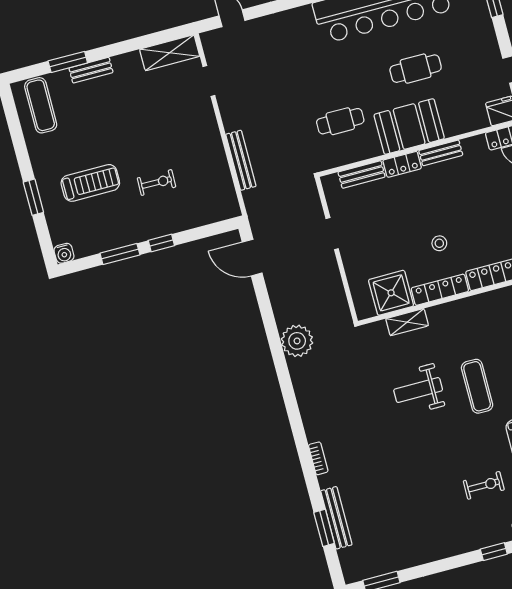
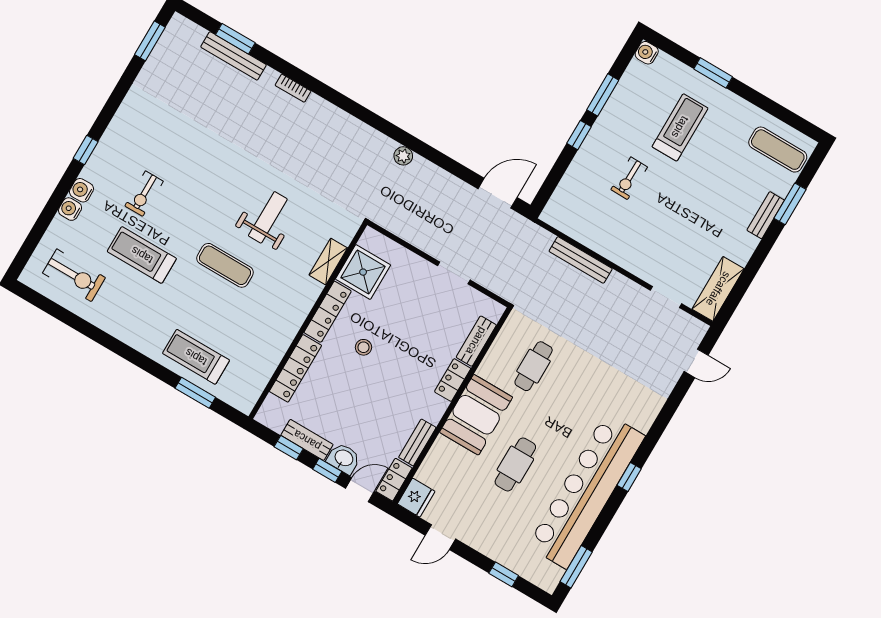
bench: (441, 153) -> (417, 442), moved
treadmill: (90, 183) -> (680, 127), turned 180
plant: (297, 341) -> (403, 156), width x0.53, depth x0.53

